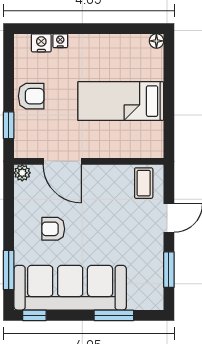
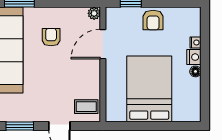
floor lamp: (156, 41) -> (195, 71), moved
nightstand: (41, 43) -> (194, 57), moved
bed: (121, 101) -> (149, 89), width x1.50

